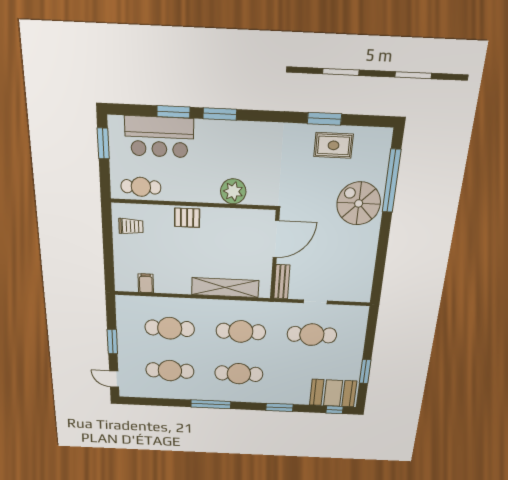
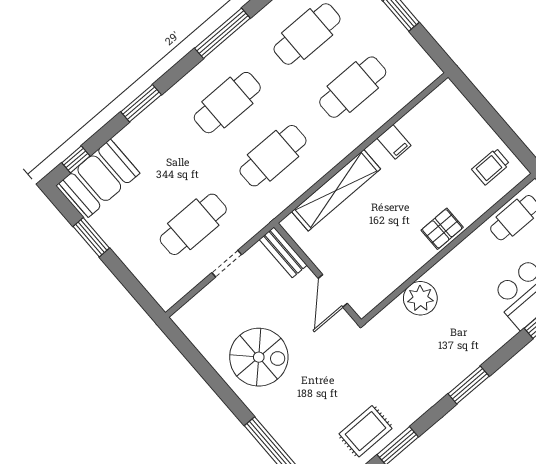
window: (220, 114) -> (469, 385), moved
spiral stairs: (359, 203) -> (259, 357), moved
door: (276, 239) -> (333, 291), width x0.73
filing cabinet: (146, 283) -> (394, 142), moved

